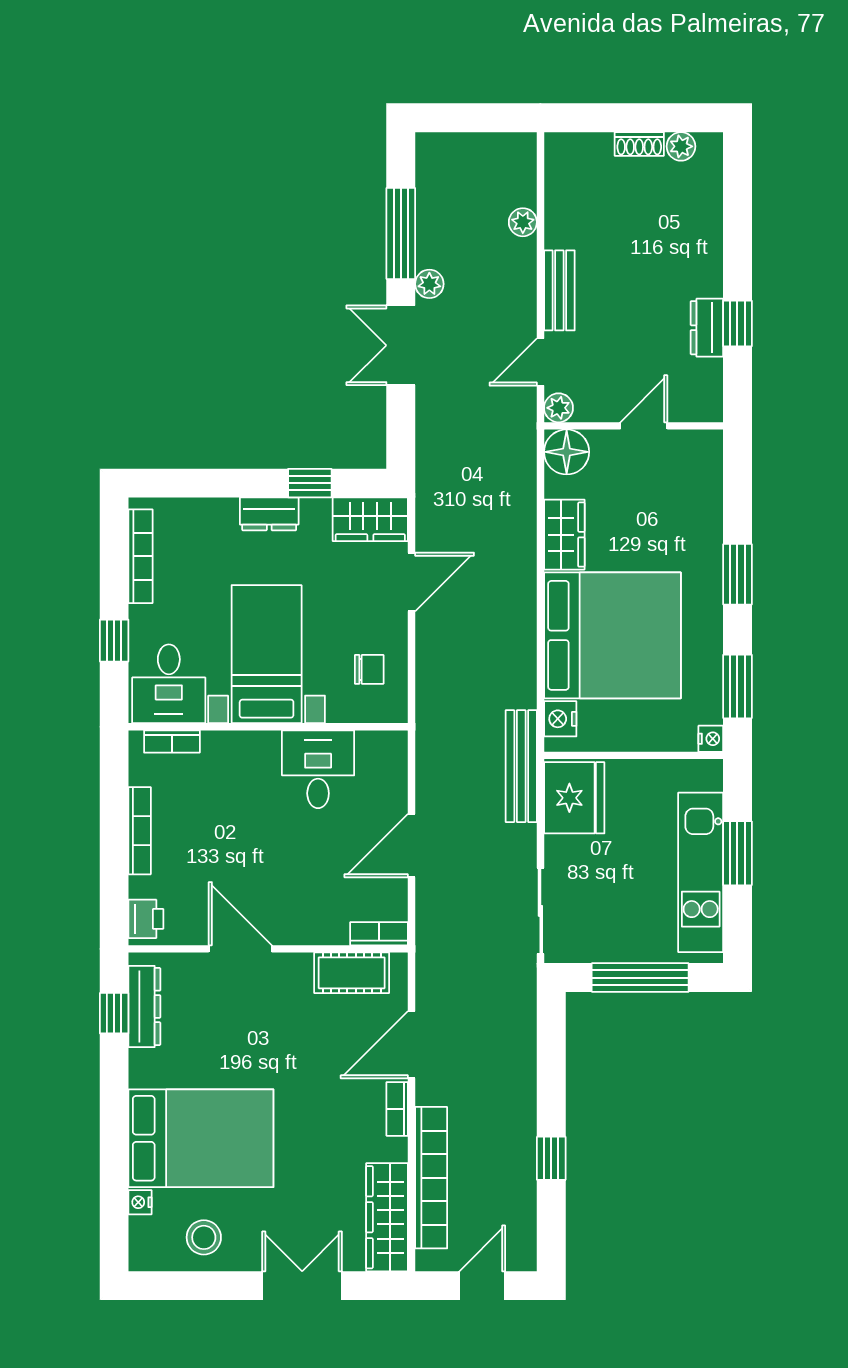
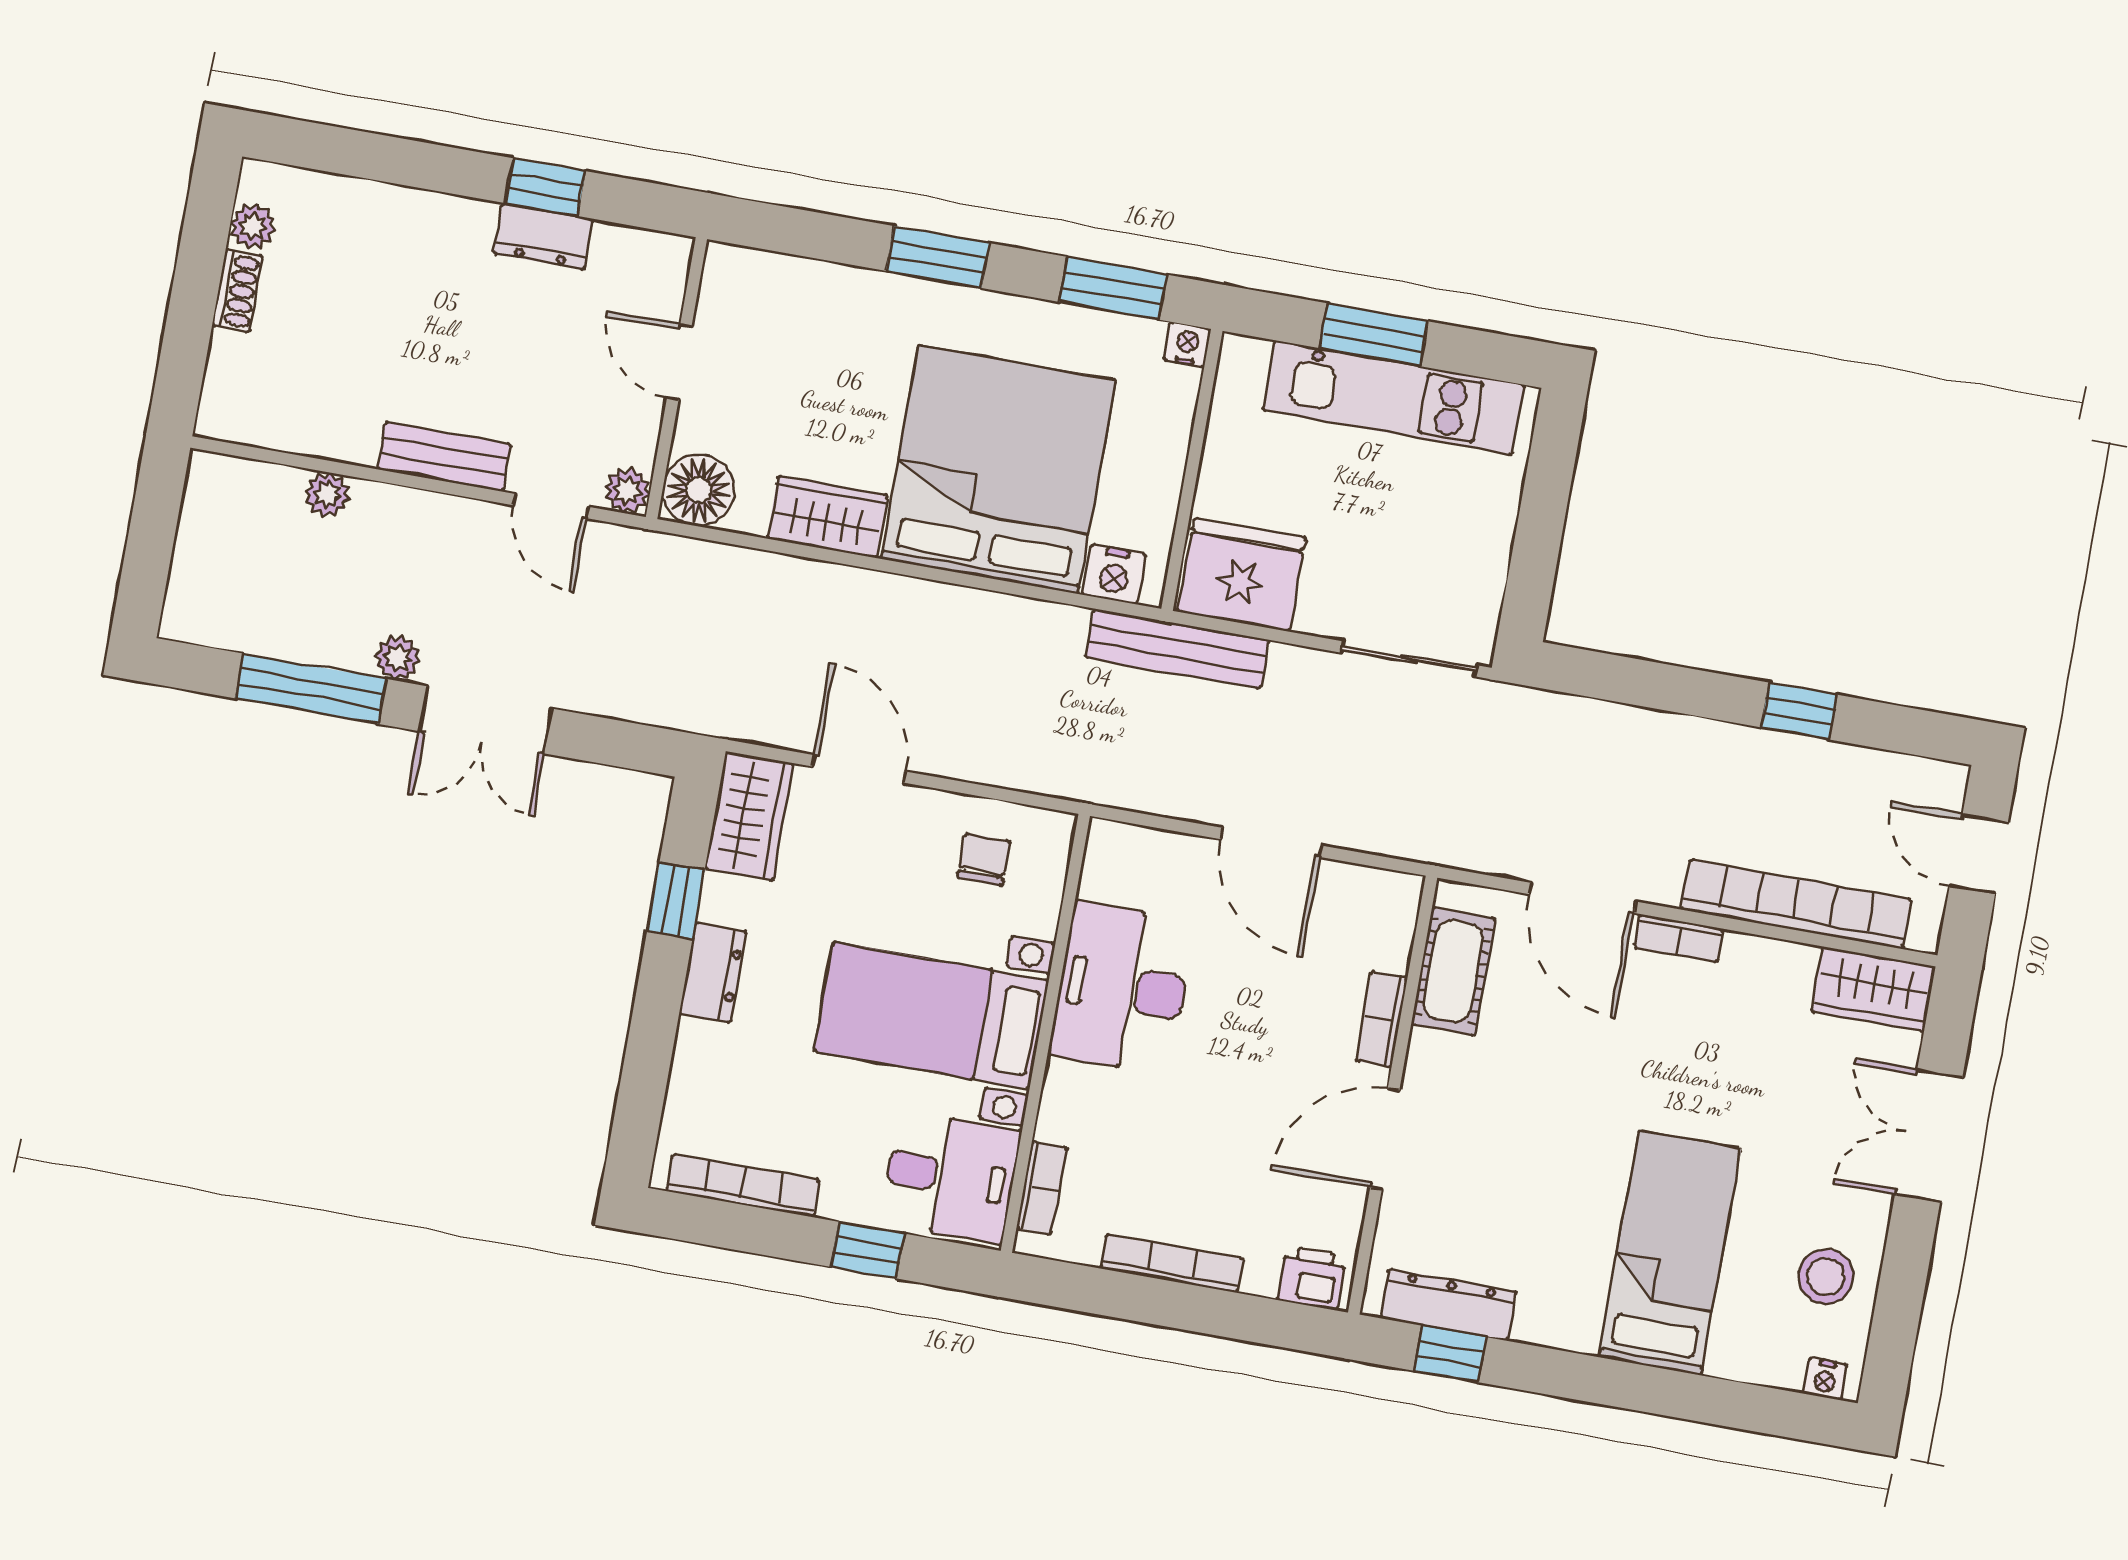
desk: (318, 769) -> (1122, 988), width x1.37
bookcase: (379, 934) -> (1382, 1019), moved
window: (640, 978) -> (1541, 521), removed
bed: (201, 1138) -> (1670, 1253), width x0.67
nightstand: (140, 1202) -> (1825, 1379), moved
wardrobe: (387, 1217) -> (1873, 989), width x0.67

